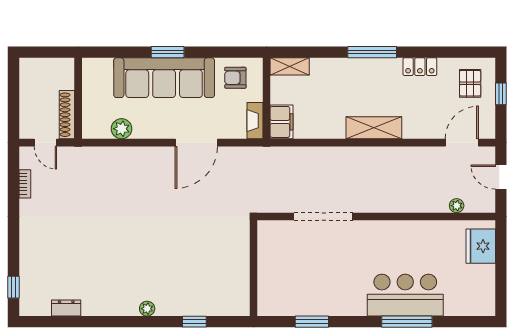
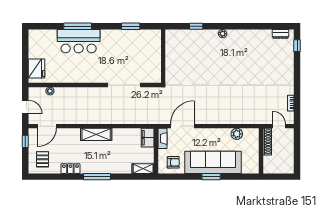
window: (501, 94) -> (25, 141), moved
door: (196, 143) -> (182, 126), moved
dresser: (66, 308) -> (281, 34), moved

